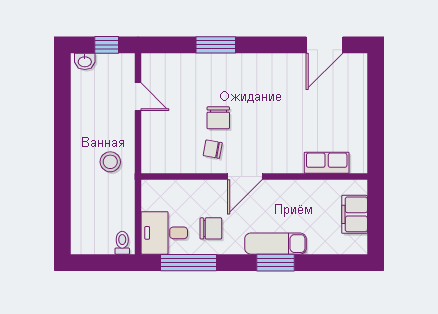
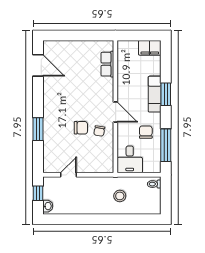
stool: (110, 162) -> (120, 196), moved
filing cabinet: (355, 214) -> (150, 48), moved
desk: (164, 233) -> (130, 159), moved

